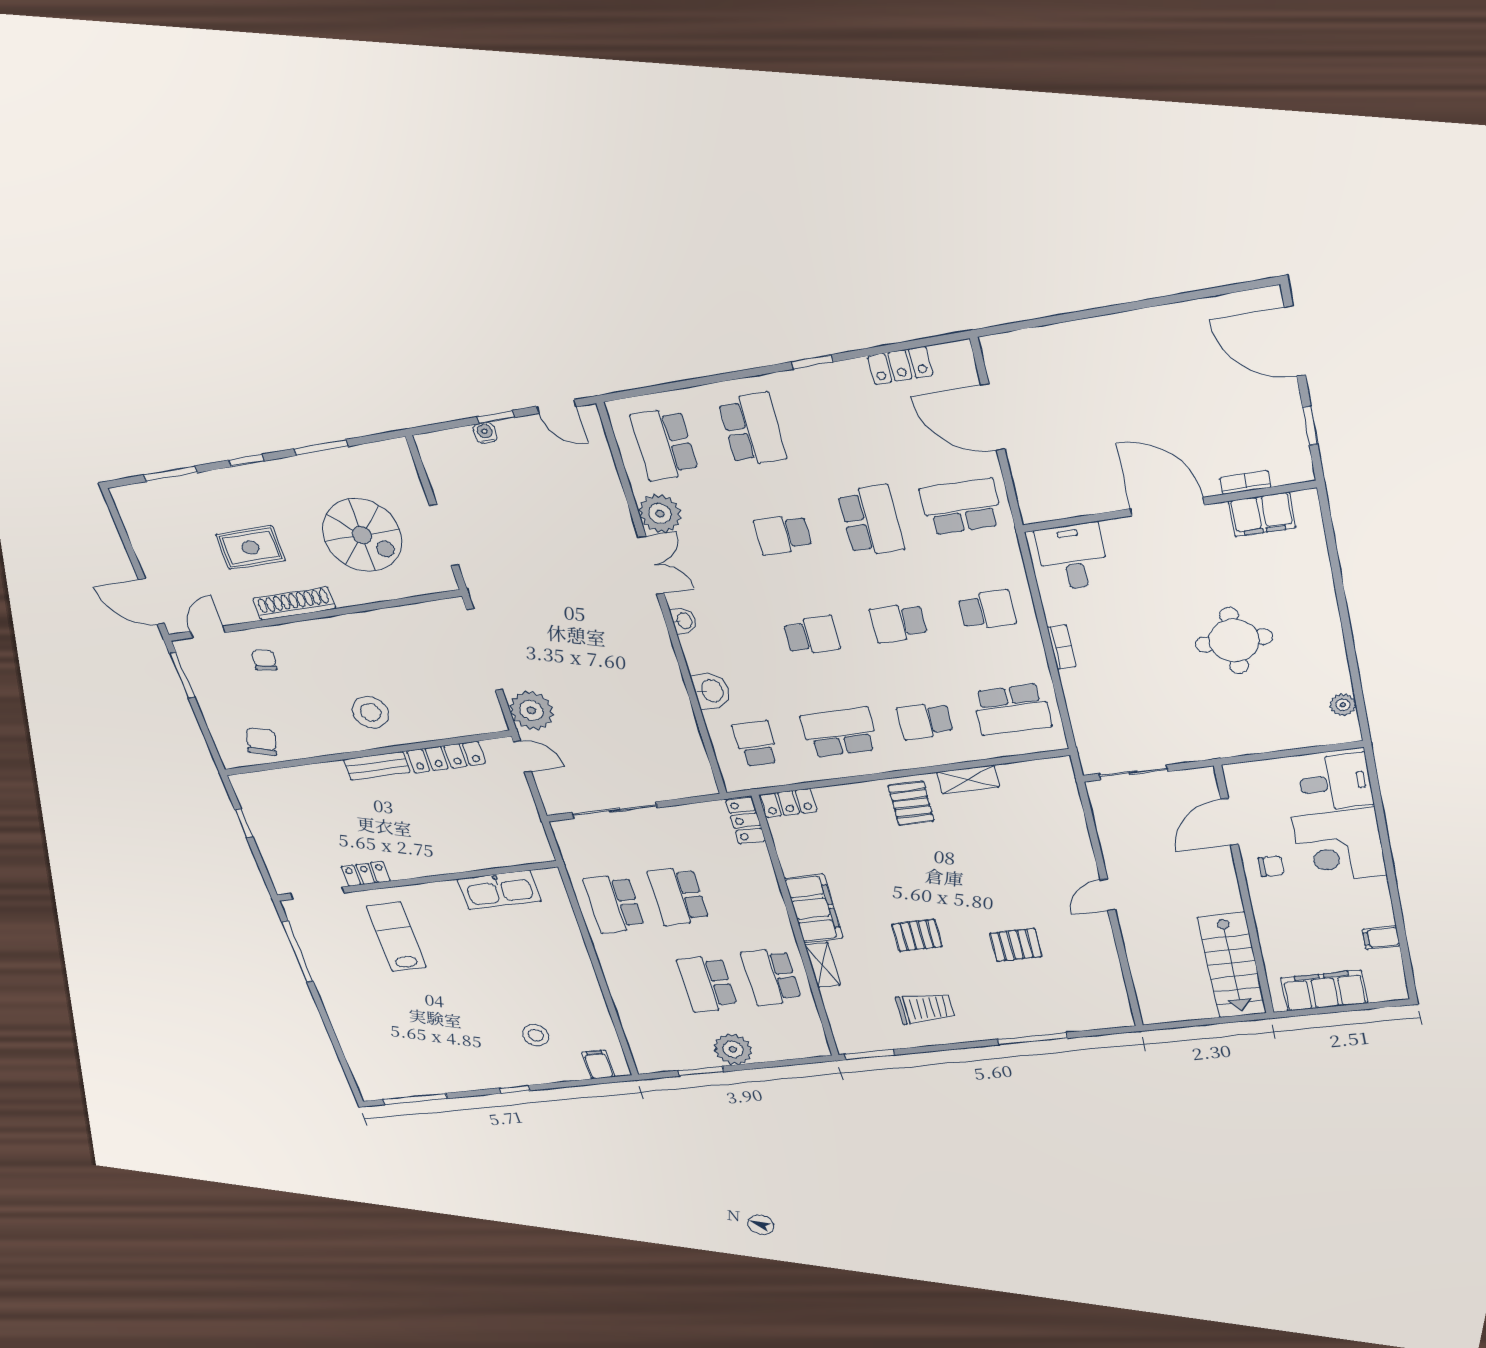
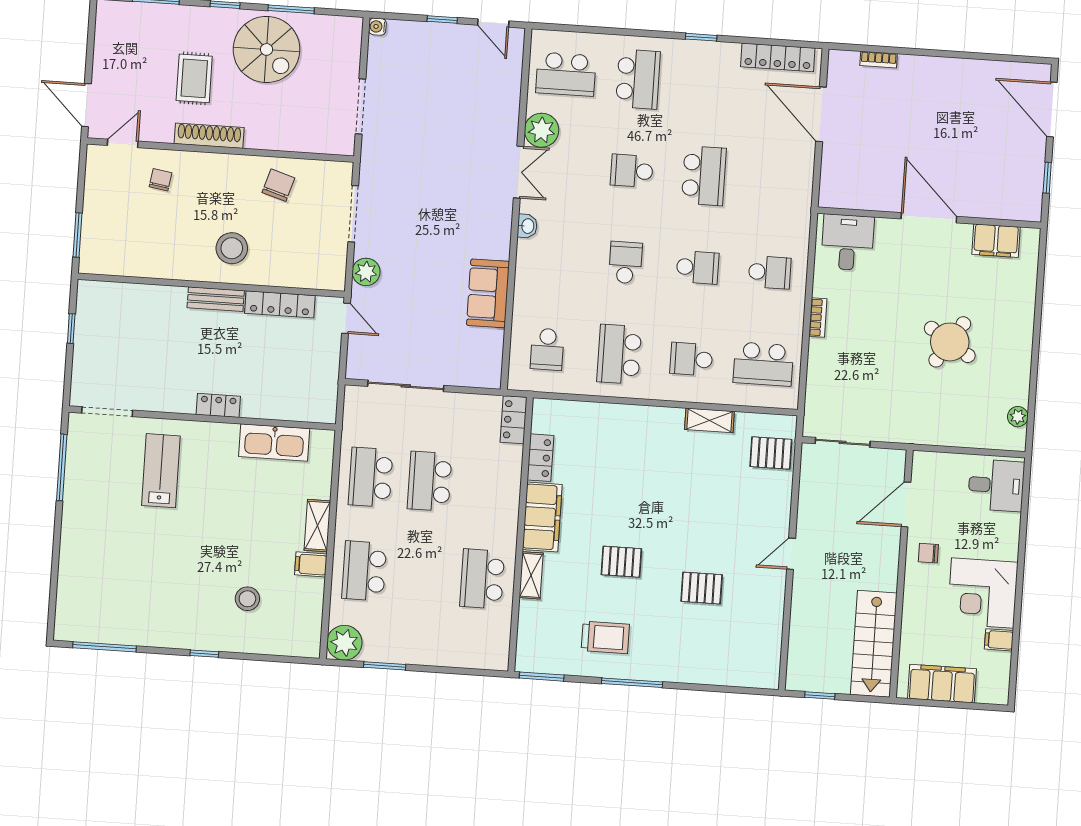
locker: (900, 366) -> (778, 57), width x1.53
water cooler: (485, 433) -> (377, 27), moved, turned -90
school desk: (664, 444) -> (566, 74), turned -90
bookcase: (1245, 482) -> (879, 60), moved, turned 180
school desk: (961, 507) -> (776, 181), removed
spiral stairs: (362, 535) -> (267, 49), moved
rug: (250, 548) -> (194, 78), turned 90
school desk: (899, 623) -> (698, 267), turned 180
school desk: (812, 635) -> (625, 262), turned -90
round table: (1234, 641) -> (950, 342), turned 33
doorway: (485, 650) -> (353, 214), width x0.73
window: (182, 675) -> (78, 235), moved
washbasin: (711, 691) -> (527, 293), removed
sofa: (667, 700) -> (488, 293), added
plant: (531, 710) -> (366, 272), width x0.73, depth x0.73
school desk: (840, 732) -> (619, 354), turned -90
chair: (261, 741) -> (278, 185), moved
school desk: (756, 743) -> (547, 349), turned 180
locker: (788, 803) -> (540, 458), moved, turned -90
pallet: (911, 803) -> (771, 453), moved, turned 90
corner desk: (1339, 846) -> (983, 593), moved
chair: (1271, 866) -> (928, 553), turned 180
locker: (366, 874) -> (218, 405), moved
shelving: (578, 958) -> (317, 526), added
school desk: (707, 984) -> (364, 571), moved
window: (1184, 1024) -> (820, 696), added
window: (1032, 1039) -> (632, 683), moved
plant: (733, 1049) -> (344, 643), moved
filing cabinet: (598, 1065) -> (311, 564), moved, turned -90

